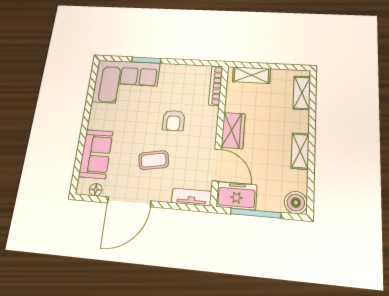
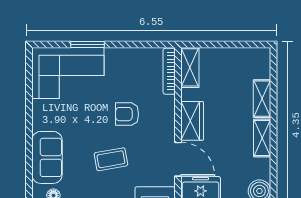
shelving: (251, 75) -> (190, 67), moved, turned 90
shelving: (302, 93) -> (262, 99), moved
armchair: (174, 120) -> (127, 114), turned 90

